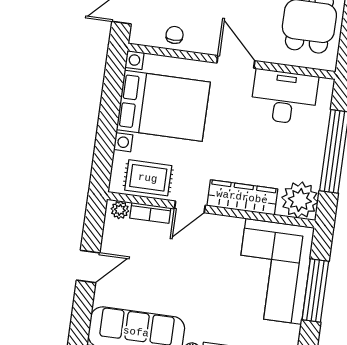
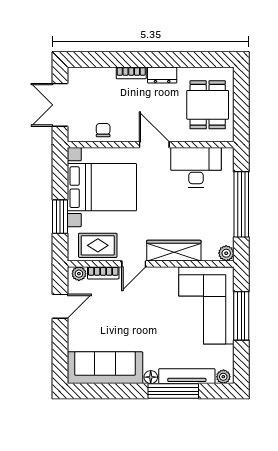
window: (106, 135) -> (60, 217), added
plant: (300, 200) -> (226, 253), width x0.53, depth x0.53
door: (88, 267) -> (60, 306), moved

